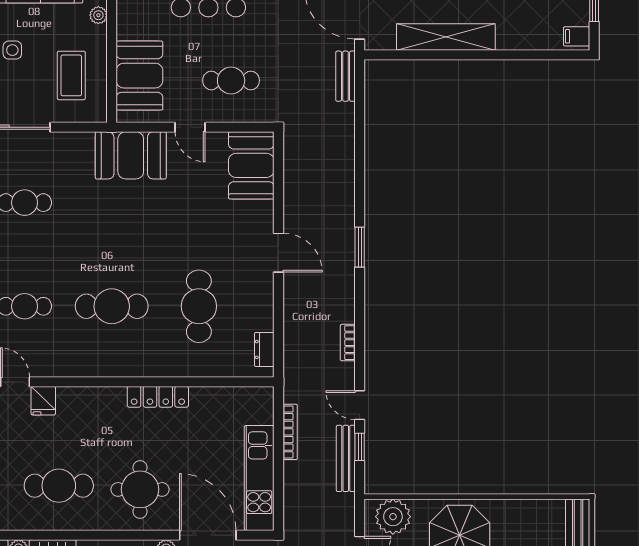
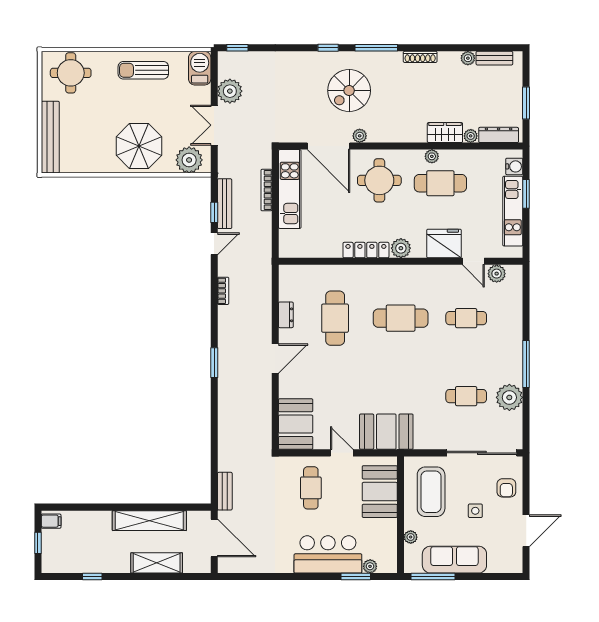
coffee table: (71, 75) -> (431, 492), width x1.36, depth x1.32
cafe table: (231, 80) -> (311, 488), turned 90
door: (278, 253) -> (275, 359), swing flipped
dresser: (264, 349) -> (286, 315), moved
plant: (111, 399) -> (401, 248), added
fridge: (43, 401) -> (444, 243), width x1.88, depth x1.34
door: (360, 405) -> (214, 244), hinge flipped
bookcase: (290, 432) -> (266, 190), moved
plant: (70, 521) -> (432, 156), added

